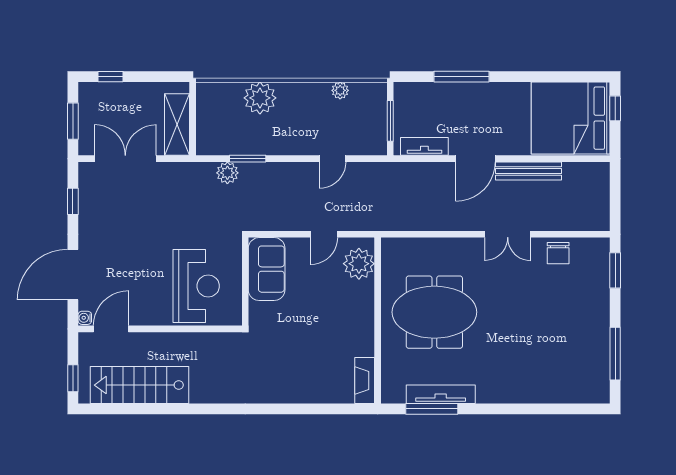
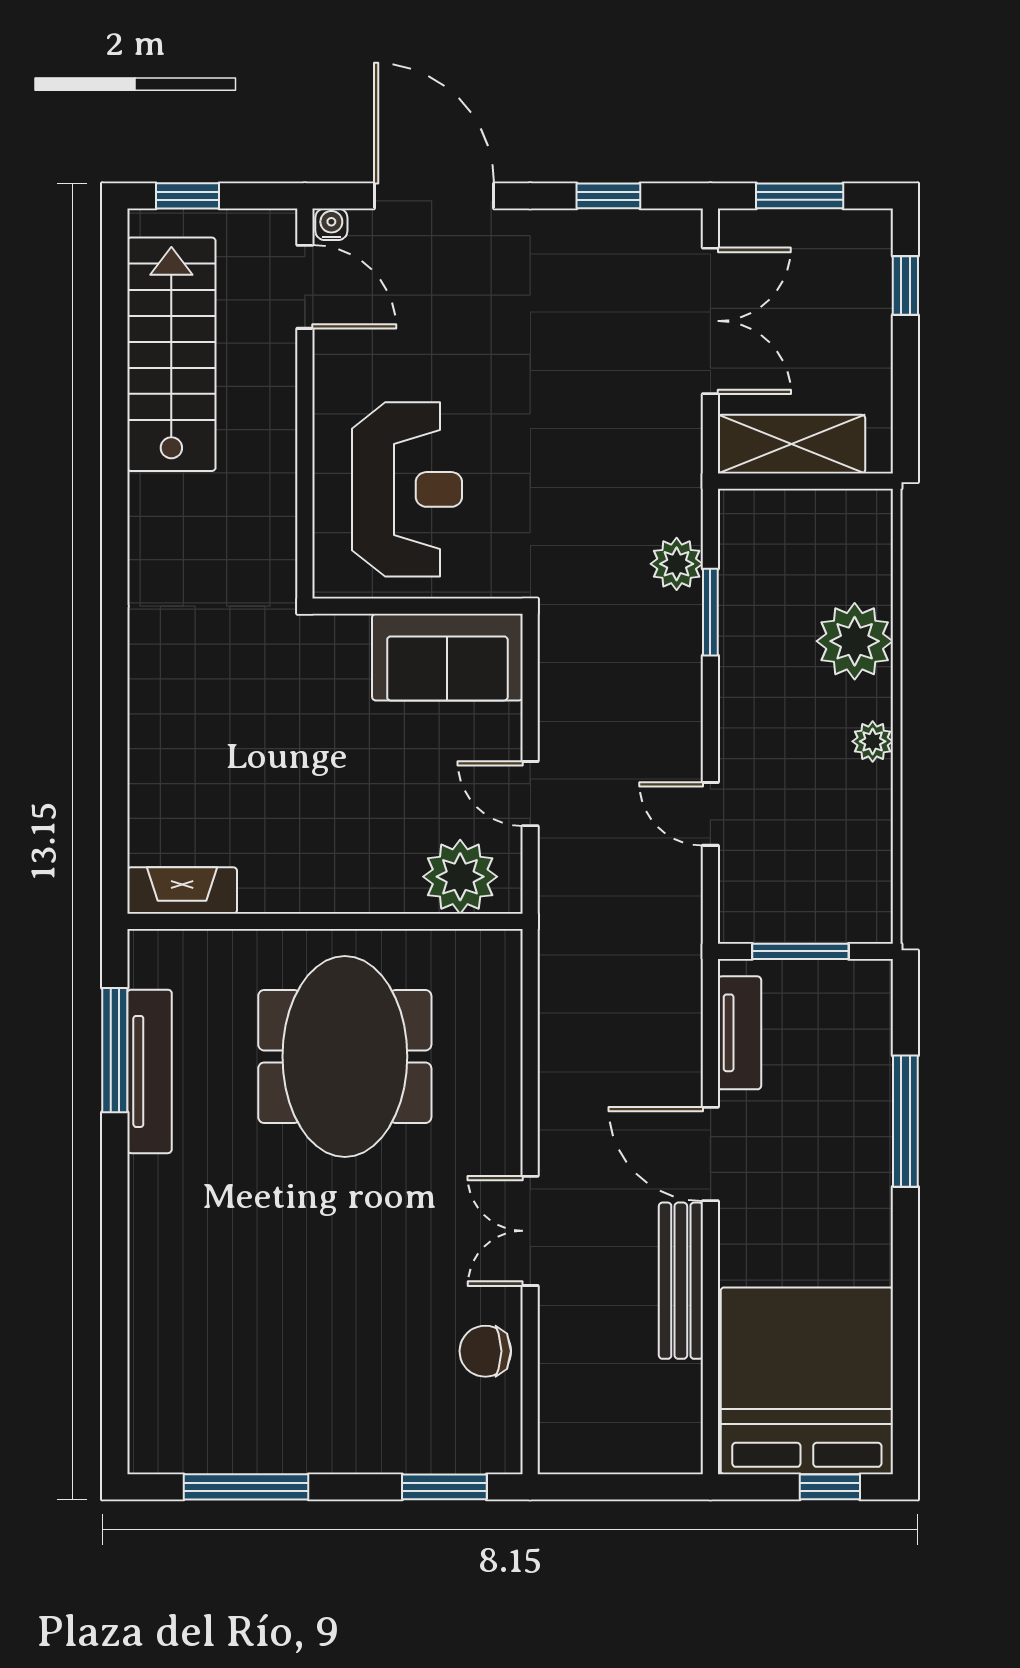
plant: (340, 90) -> (873, 741), moved
reception desk: (196, 286) -> (407, 489), turned -90

